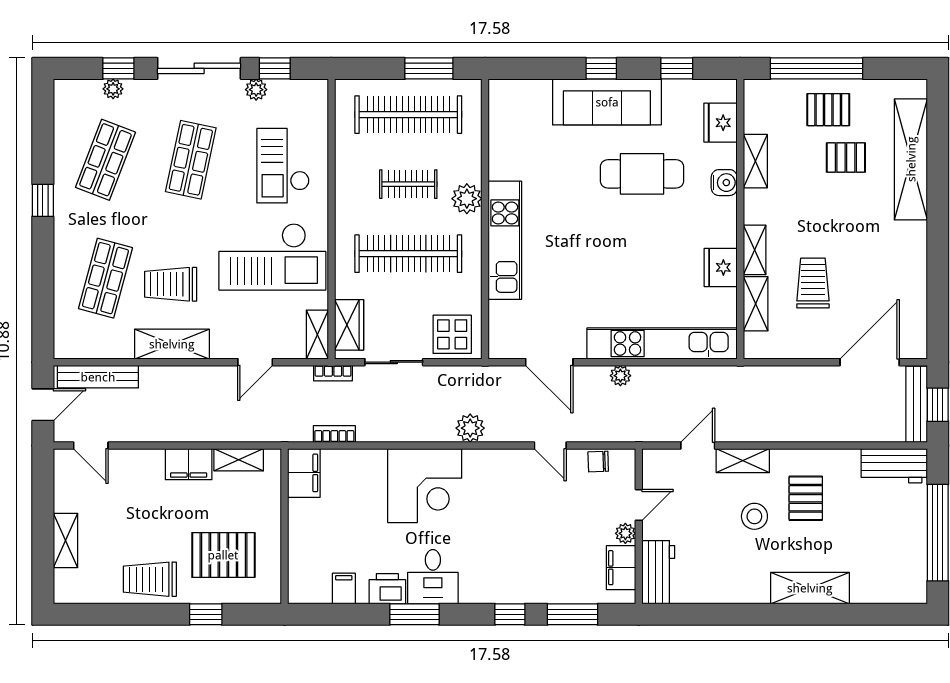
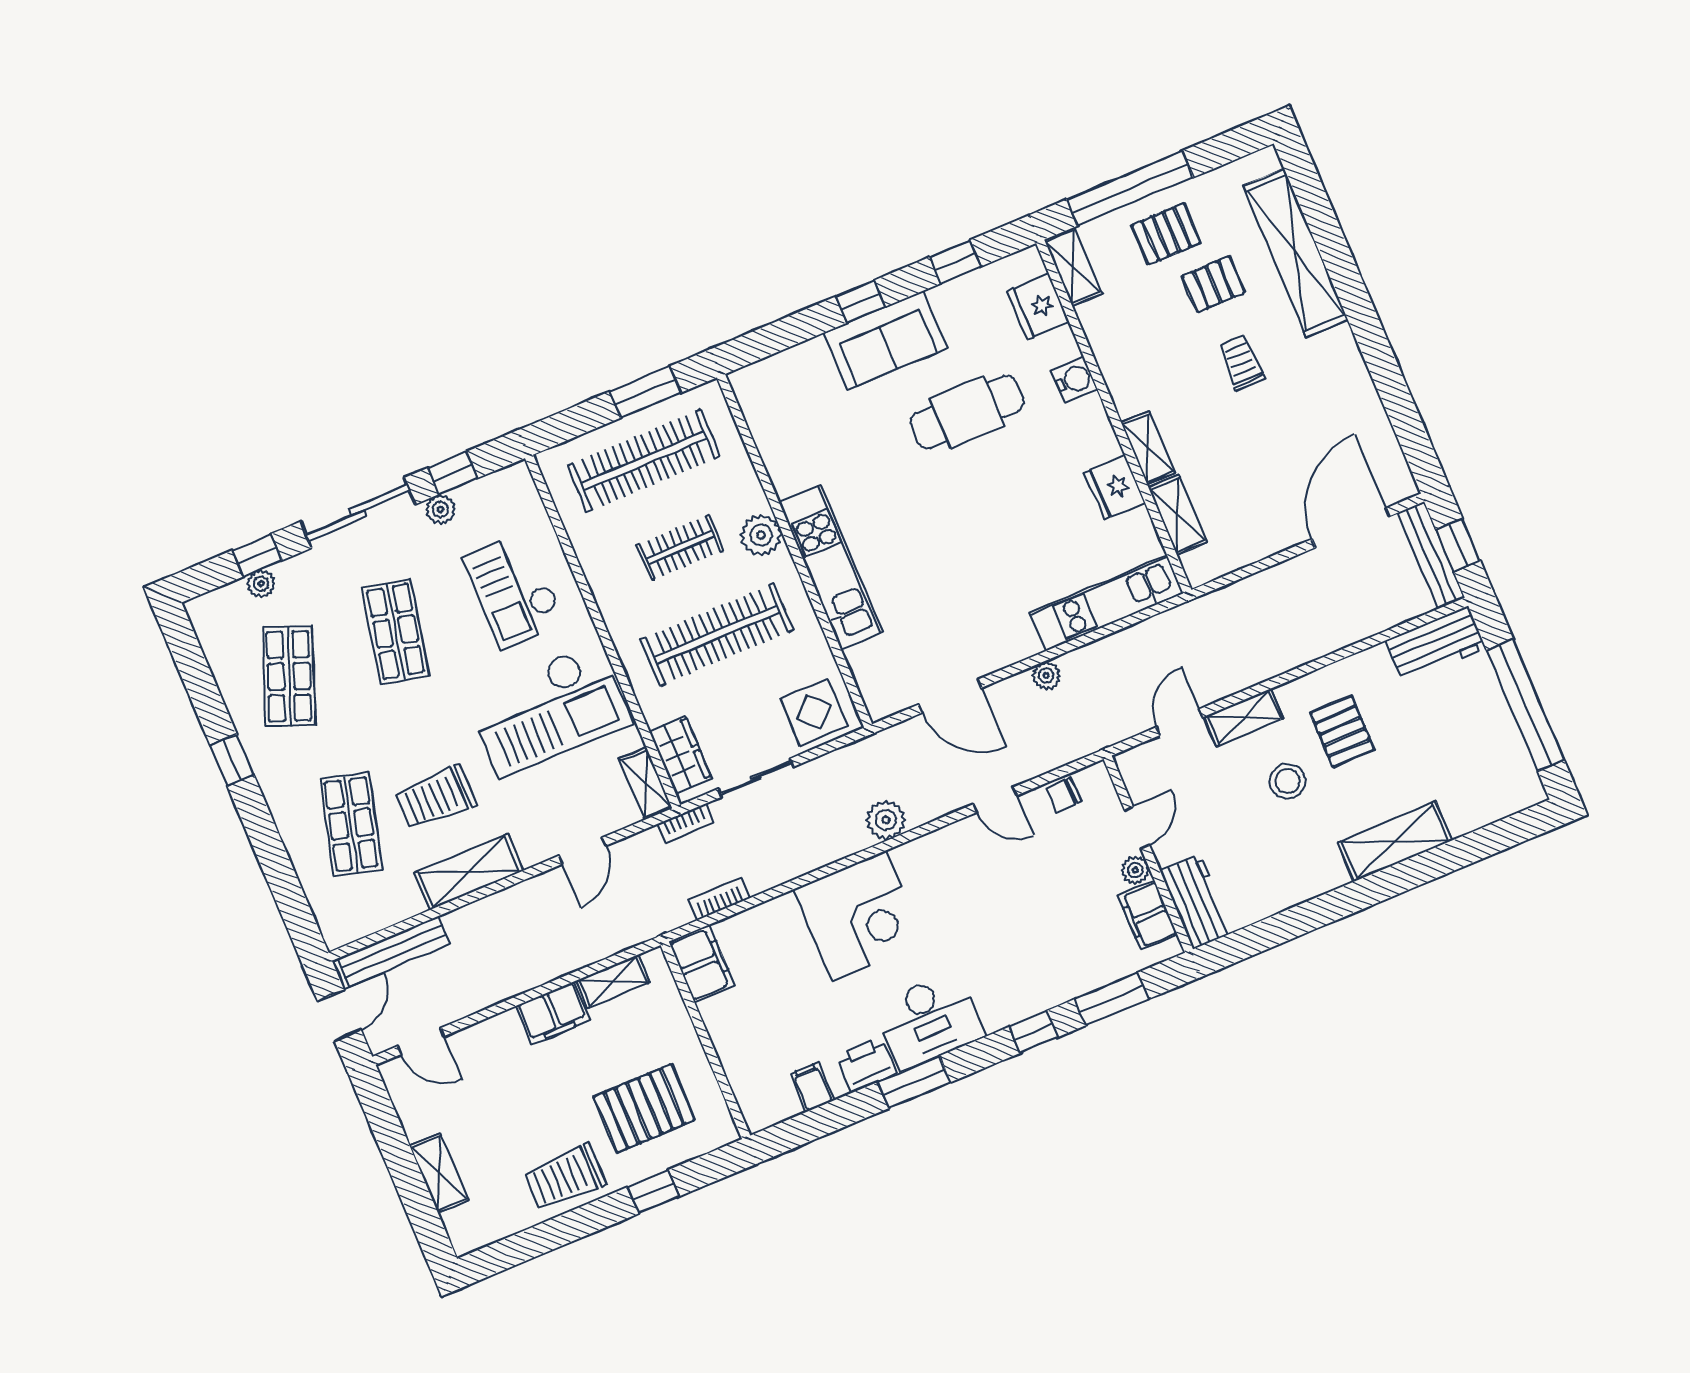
sofa: (607, 102) -> (885, 340), width x0.73
shelving: (755, 161) -> (1073, 267), moved
trolley: (813, 283) -> (1241, 363), moved, width x0.73, depth x0.72
kitchen unit: (662, 344) -> (1106, 603), width x0.73
desk: (433, 577) -> (929, 1021), width x1.37

